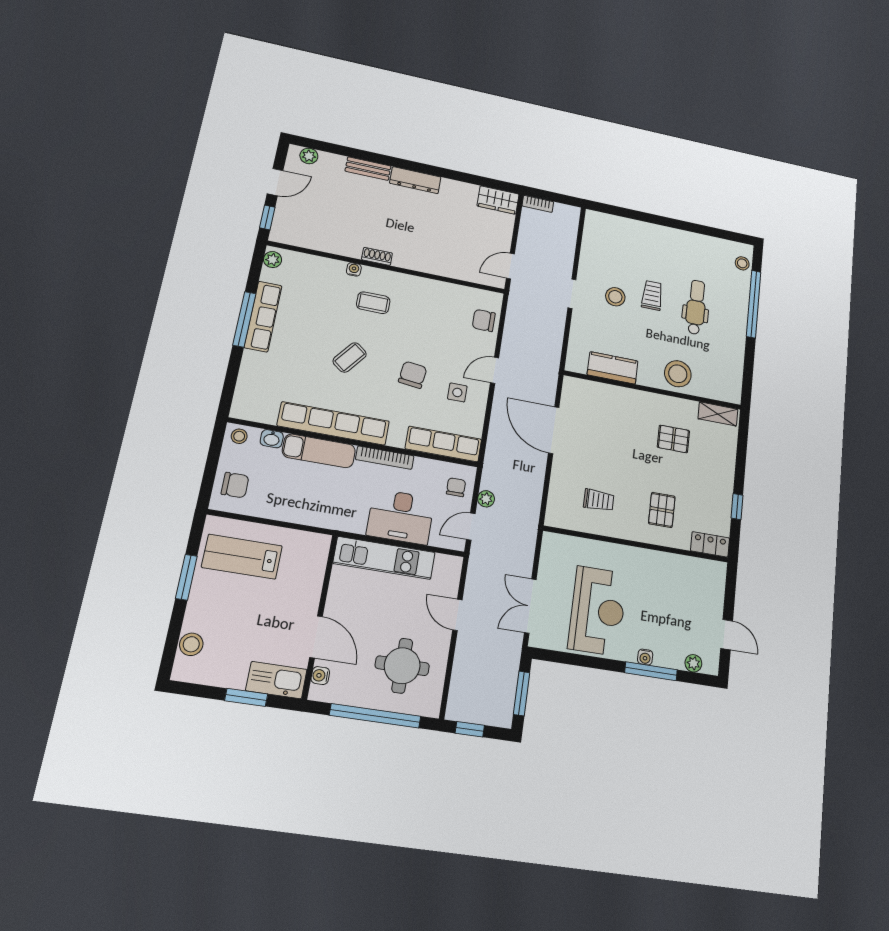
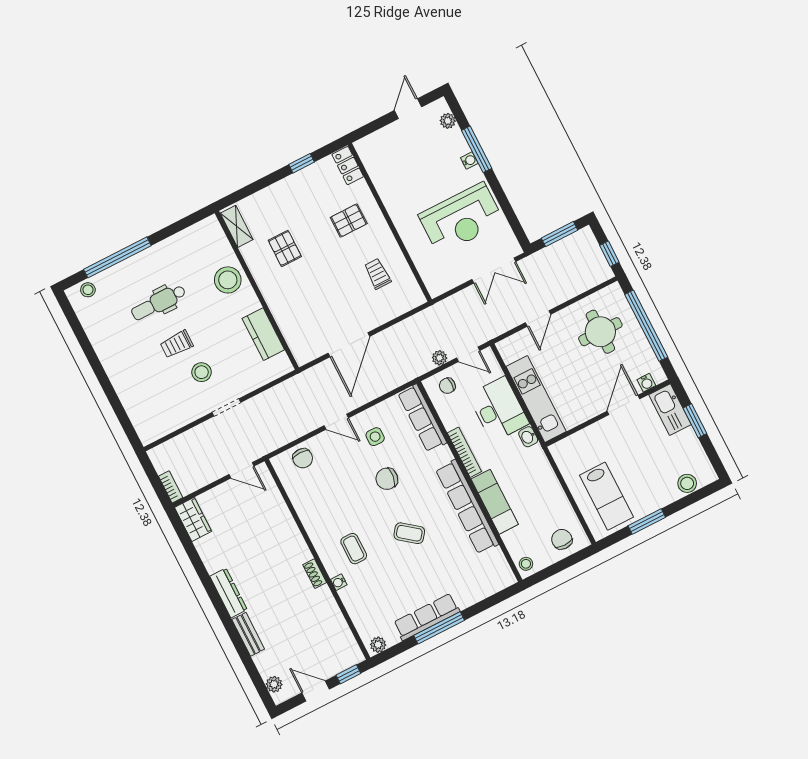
washbasin: (272, 439) -> (528, 437), moved, turned 180
reception desk: (598, 611) -> (461, 219), turned 180

